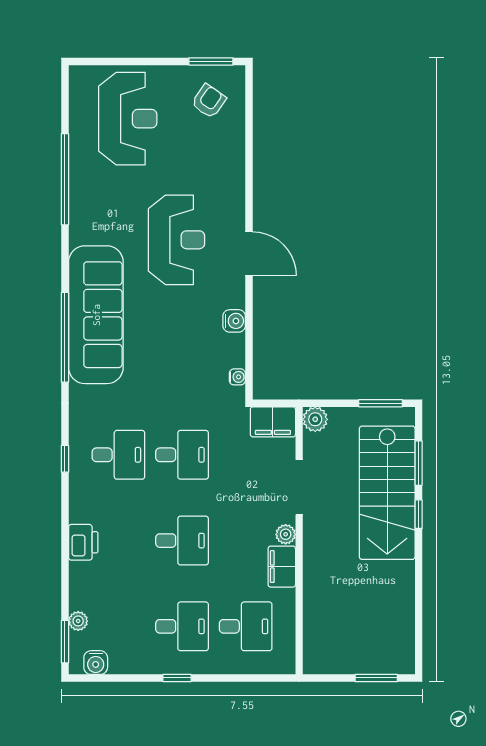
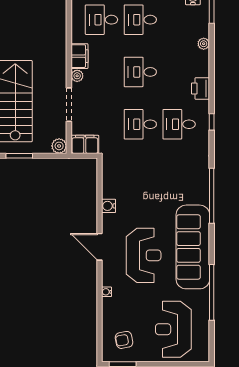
armchair: (209, 101) -> (124, 340), turned 44
reception desk: (177, 240) -> (144, 255), turned 180
sofa: (96, 315) -> (193, 247), moved
water cooler: (237, 377) -> (107, 292), moved
printer: (83, 542) -> (201, 88), moved
plant: (78, 621) -> (204, 44), moved

